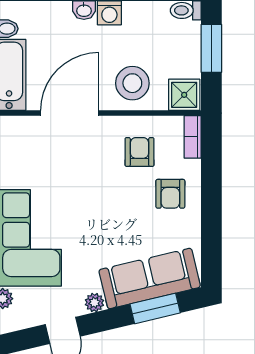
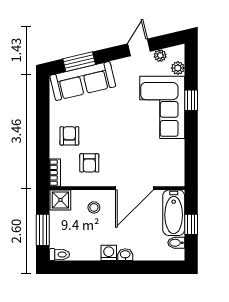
stool: (132, 83) -> (94, 207), width x0.53, depth x0.53
plant: (94, 303) -> (160, 56), moved

